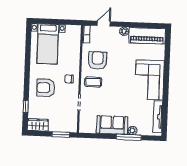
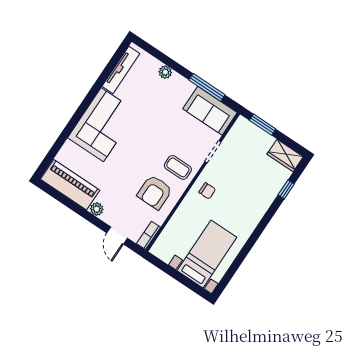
door: (104, 24) -> (117, 235), hinge flipped
armchair: (46, 88) -> (245, 198), removed
sofa: (112, 125) -> (210, 111), moved
window: (129, 137) -> (207, 87), moved

